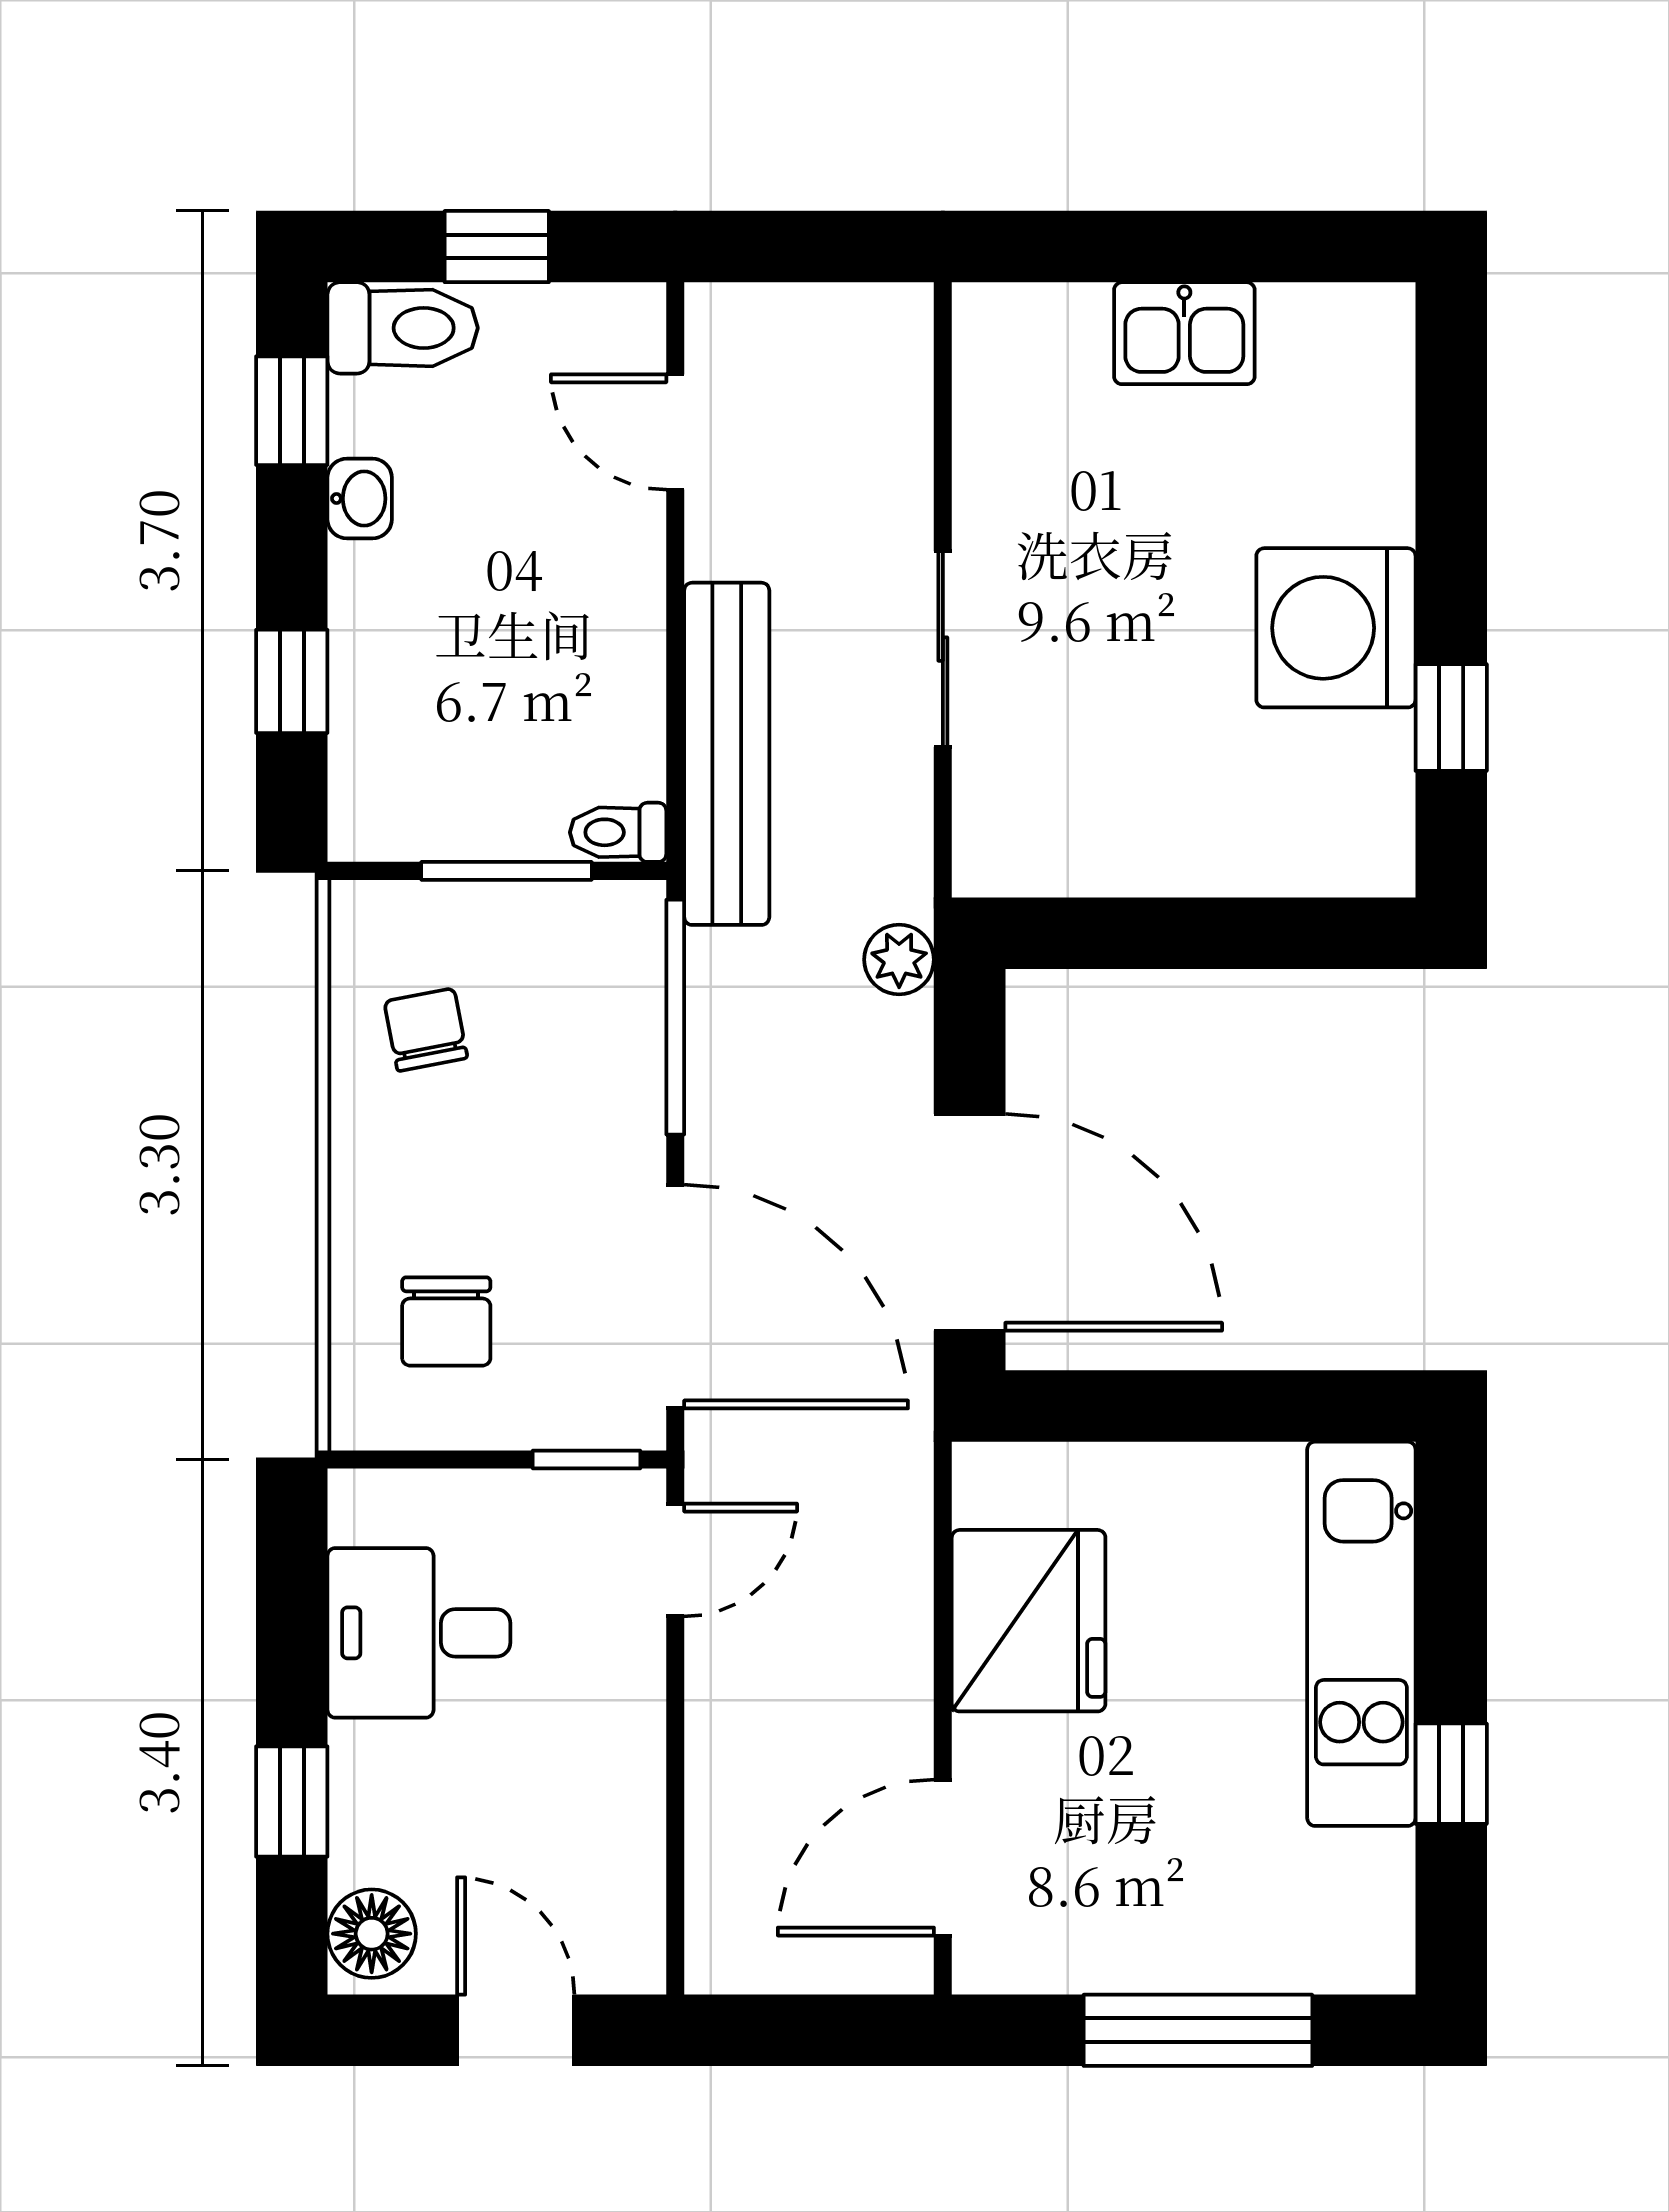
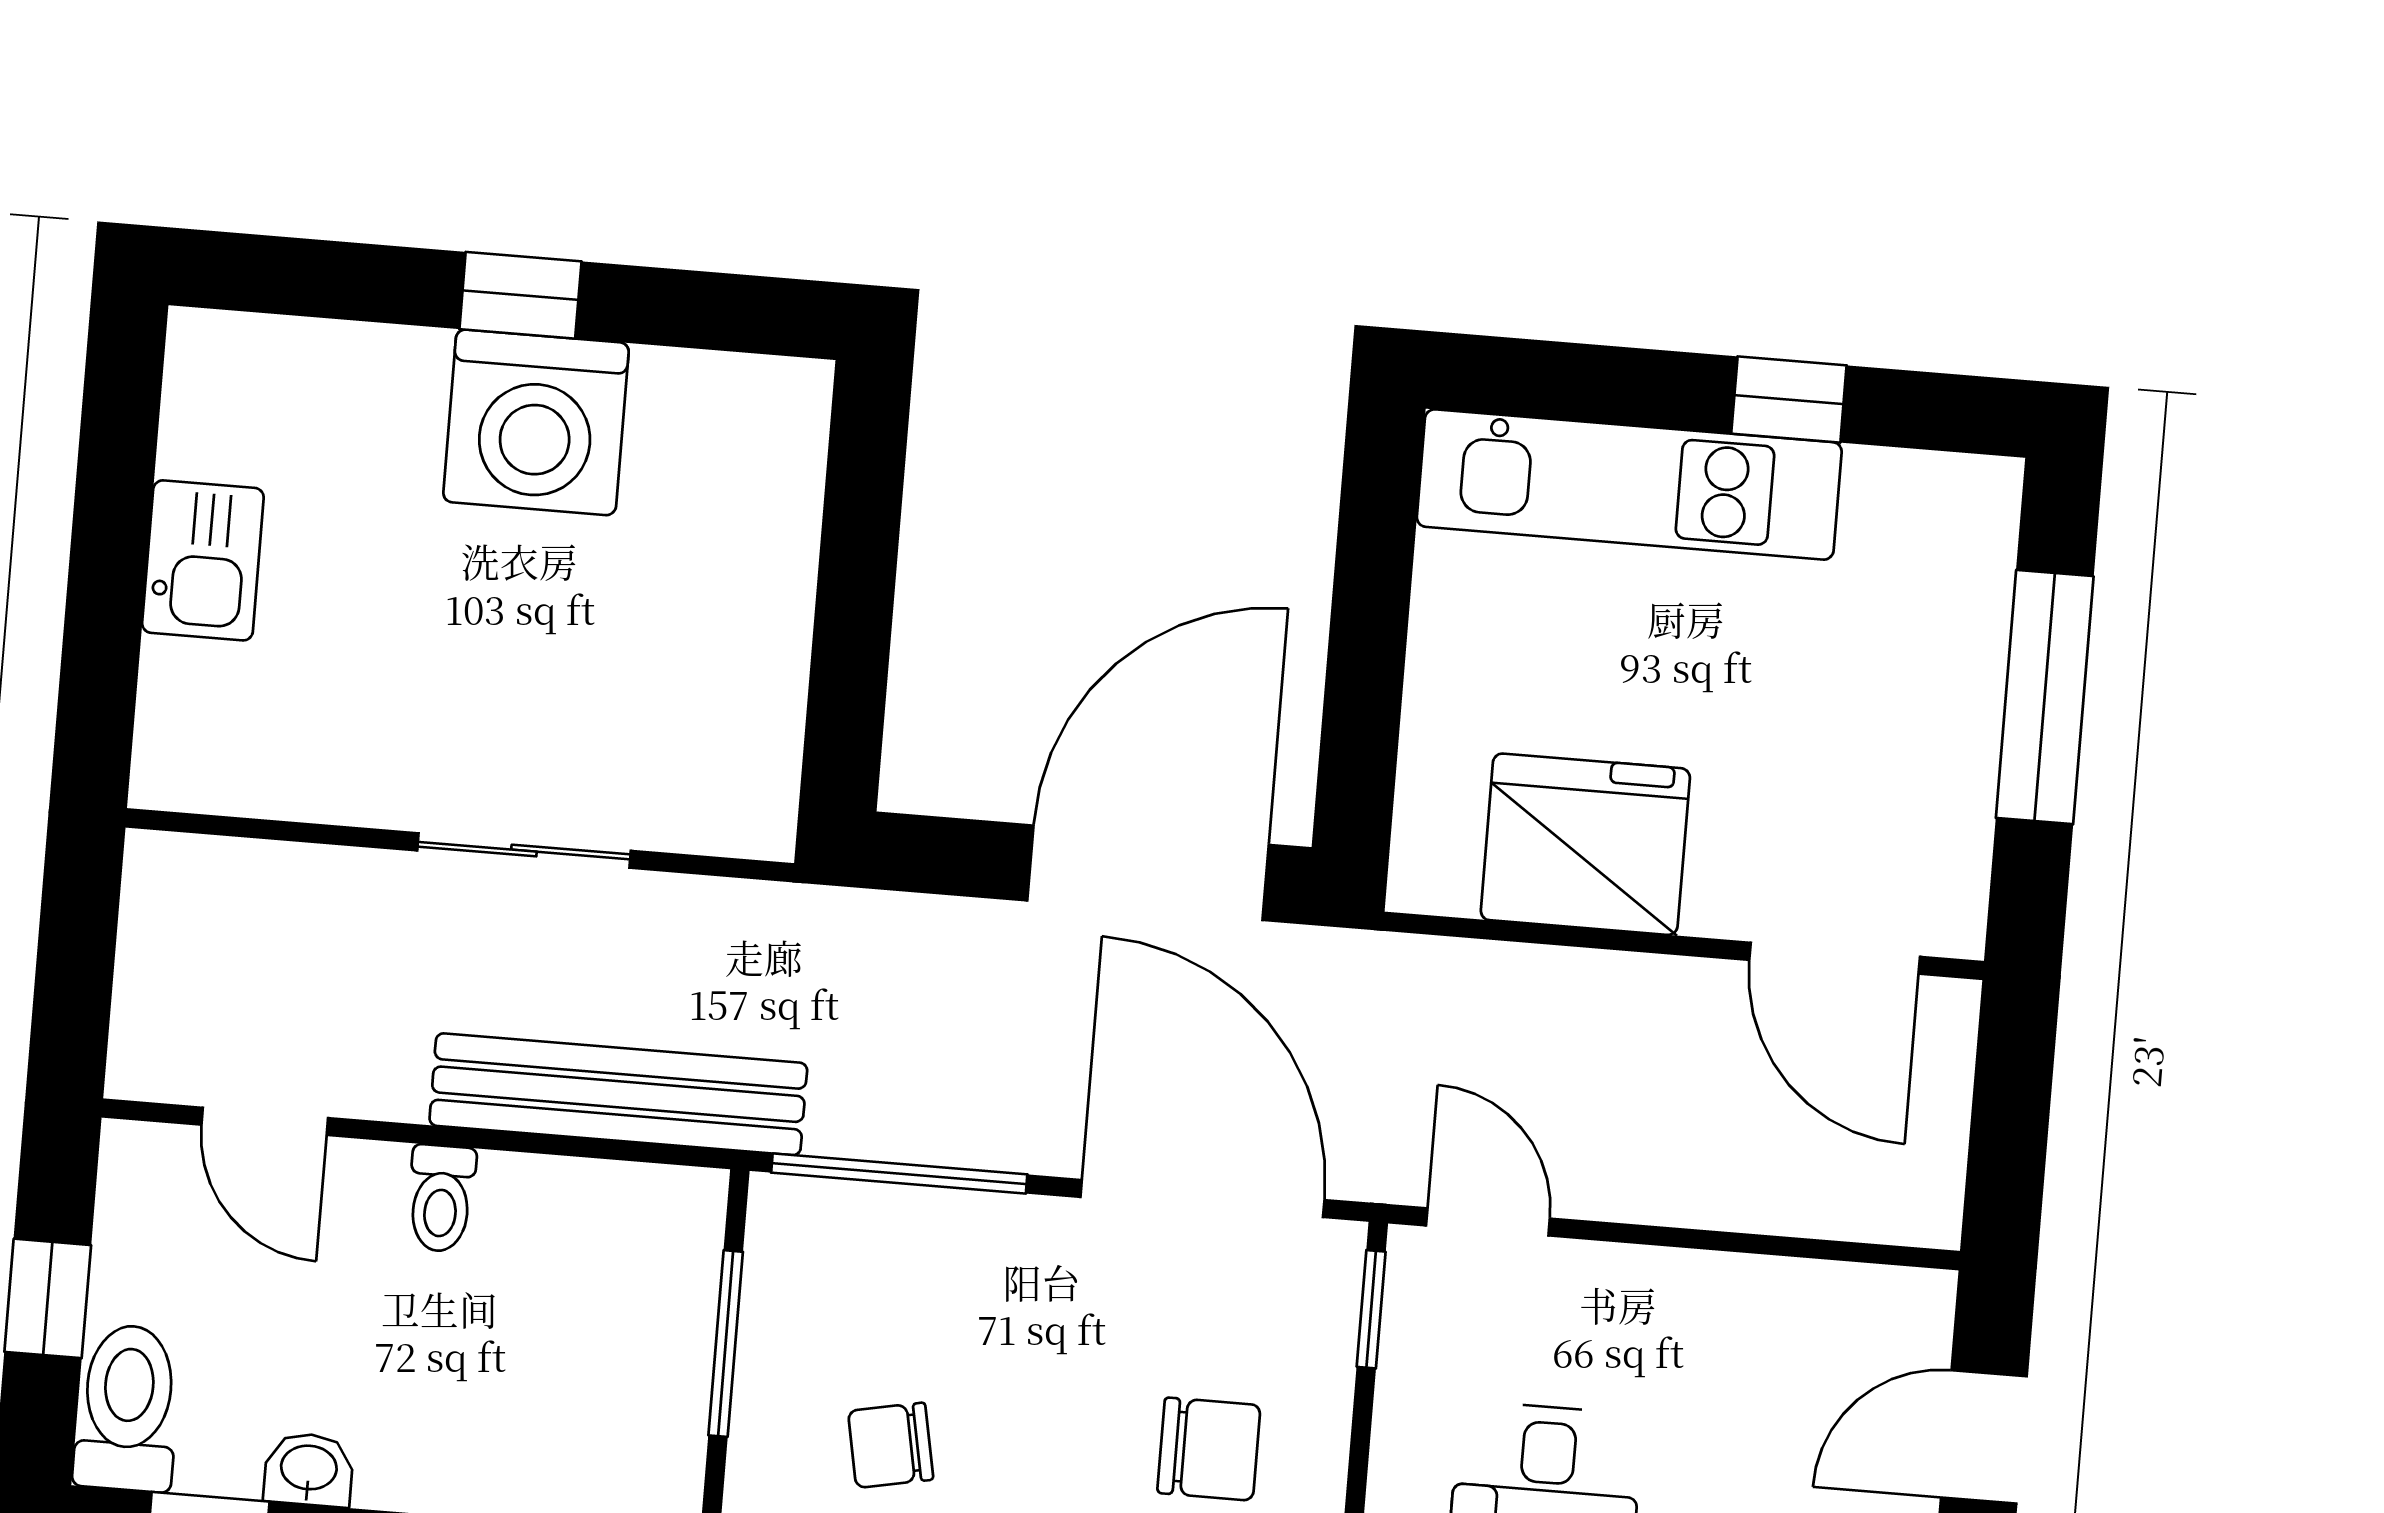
door: (675, 432) -> (265, 1121), hinge flipped
window: (1451, 718) -> (520, 295), moved
toilet: (618, 832) -> (441, 1198), moved
plant: (899, 960) -> (857, 926), removed
door: (675, 1297) -> (1202, 1198), hinge flipped

